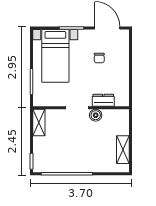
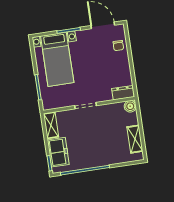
chair: (99, 58) -> (118, 46), moved
dresser: (103, 100) -> (123, 93), moved
boiler: (96, 115) -> (130, 106), moved
freezer: (42, 151) -> (58, 152), added

